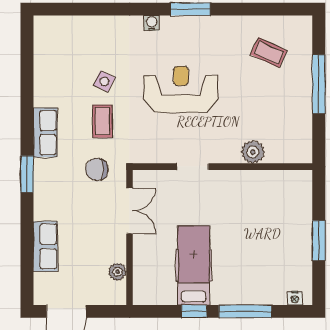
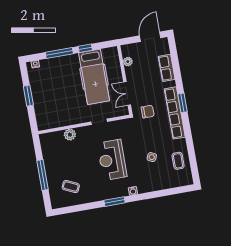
reception desk: (181, 89) -> (112, 160), turned 90
coffee table: (102, 121) -> (178, 161), moved
row of seats: (45, 133) -> (175, 113), width x2.02
hospital bed: (194, 265) -> (94, 77), width x1.37, depth x1.29

